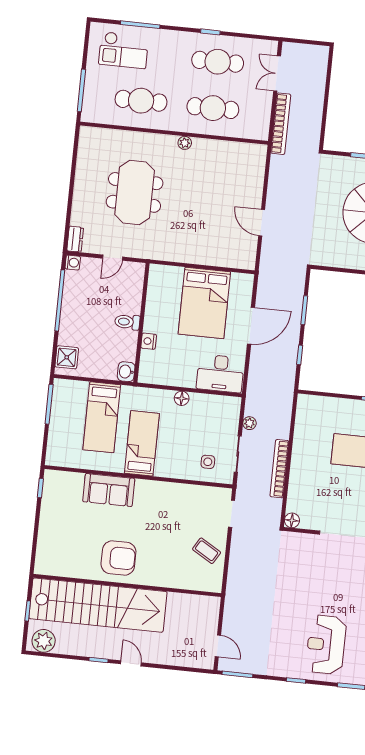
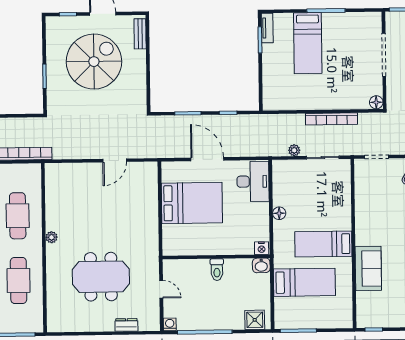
dresser: (75, 239) -> (126, 325), moved
nightstand: (149, 341) -> (262, 248), moved
side table: (208, 462) -> (333, 183), removed

